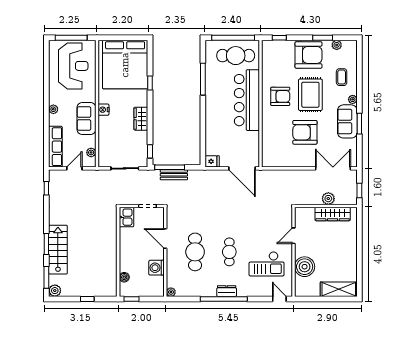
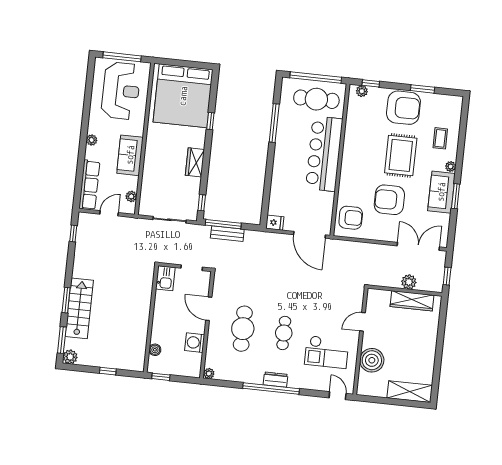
plant: (337, 45) -> (362, 91), moved
armchair: (280, 96) -> (351, 218), moved
nightstand: (103, 110) -> (151, 147), removed

